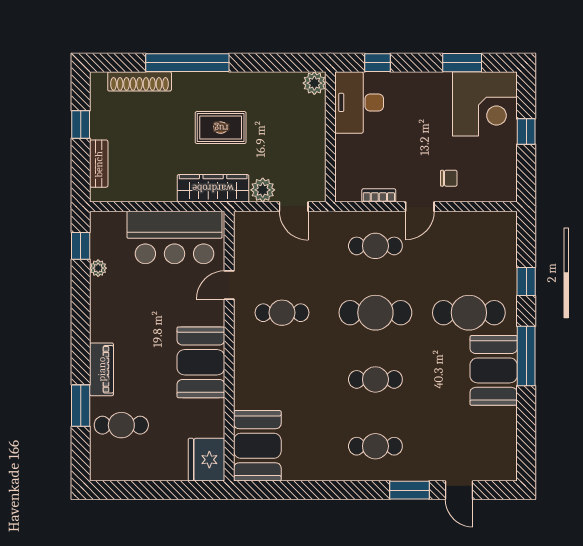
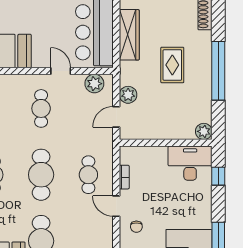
window: (187, 63) -> (218, 71), moved
wardrobe: (213, 188) -> (129, 35), moved
plant: (247, 237) -> (94, 84), added

